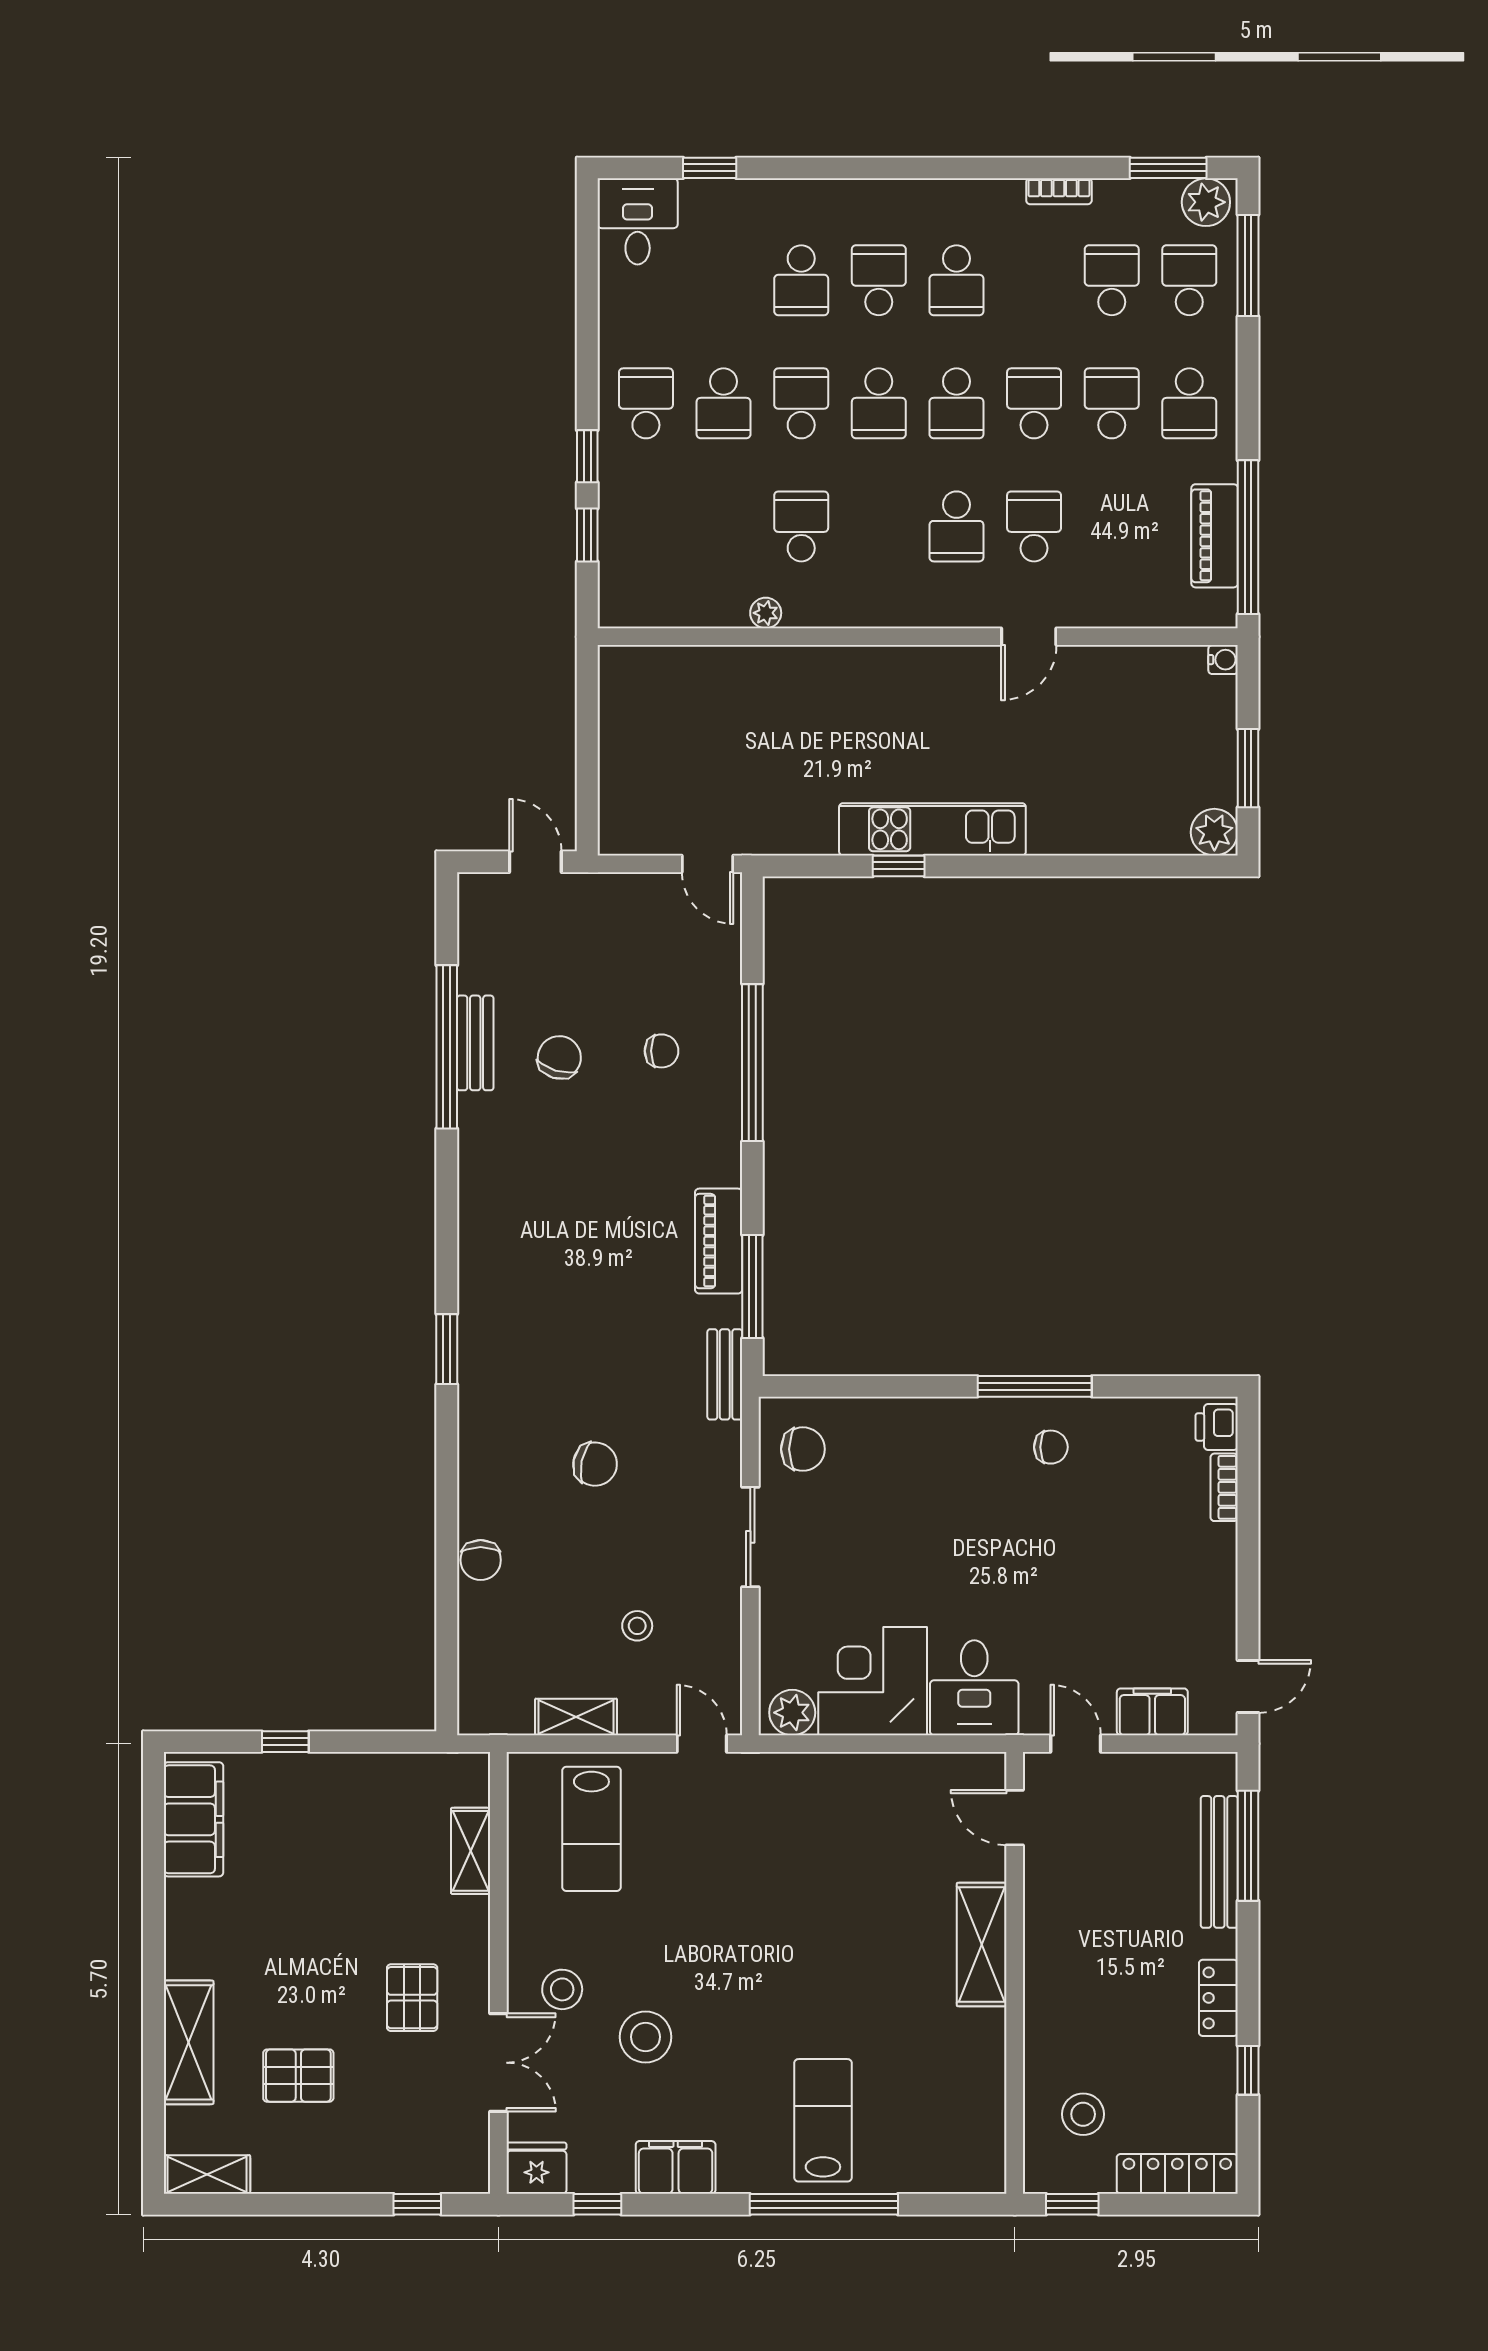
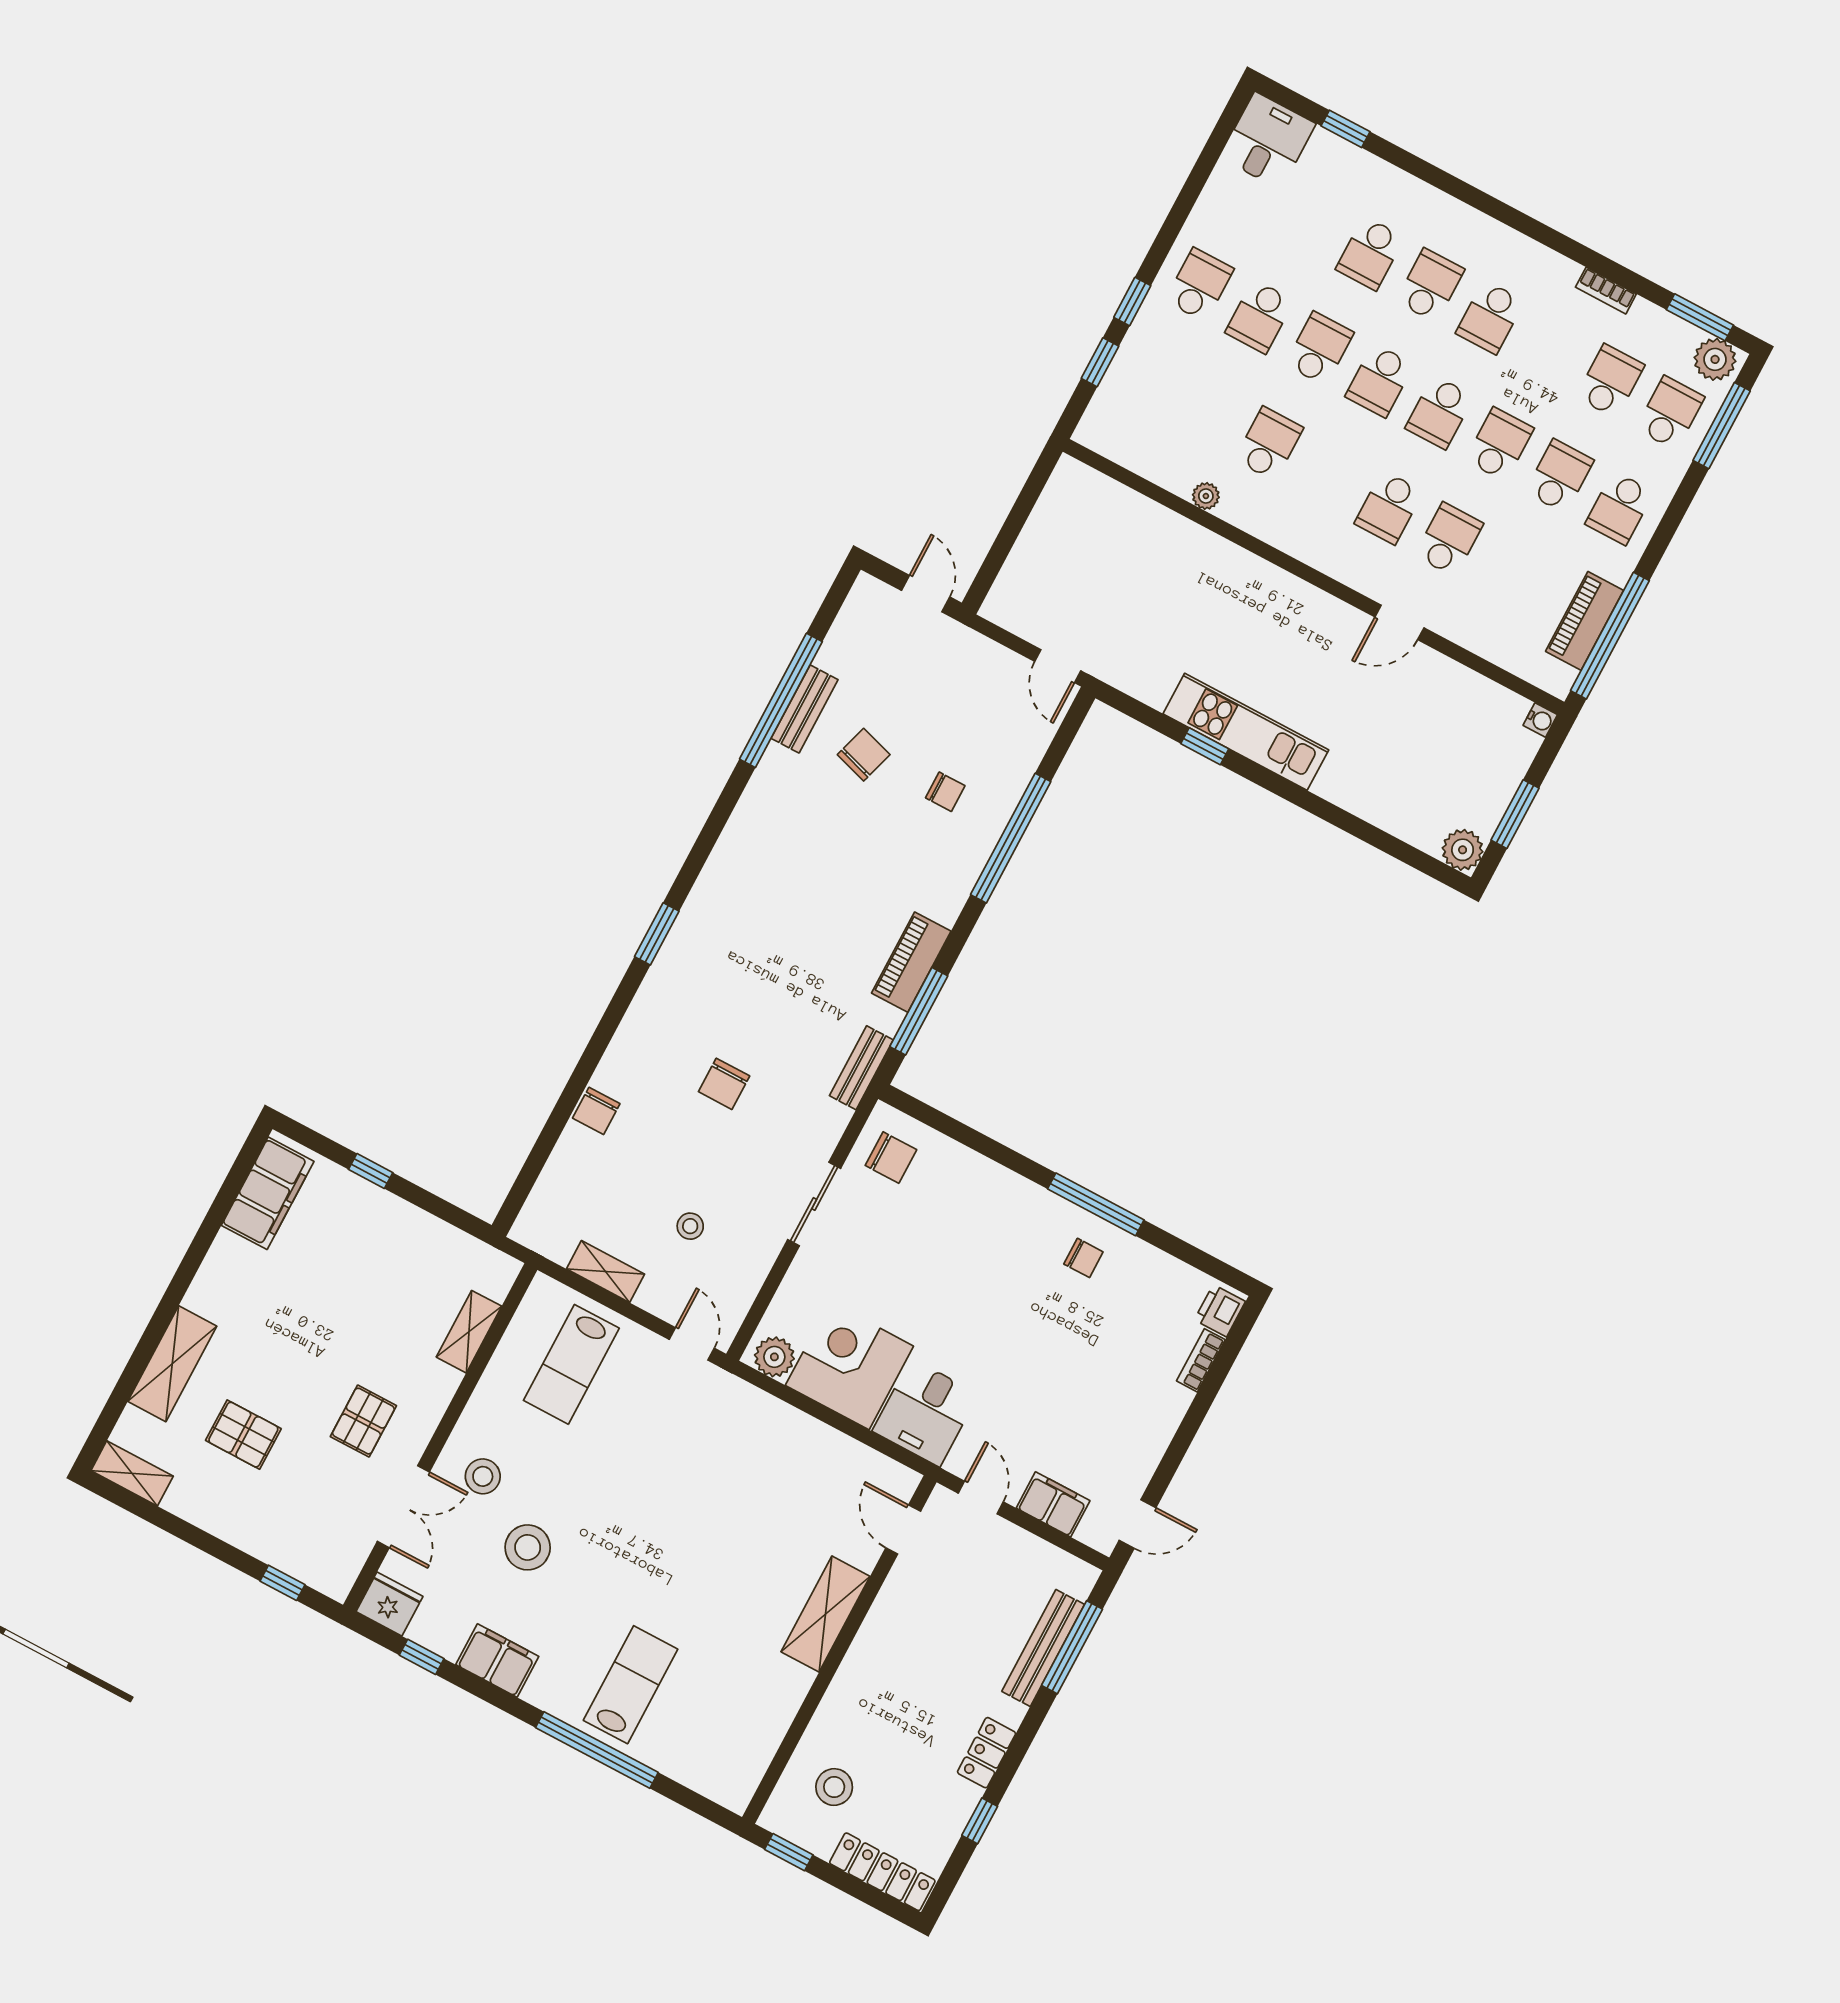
chair: (595, 1464) -> (724, 1084), turned 78

